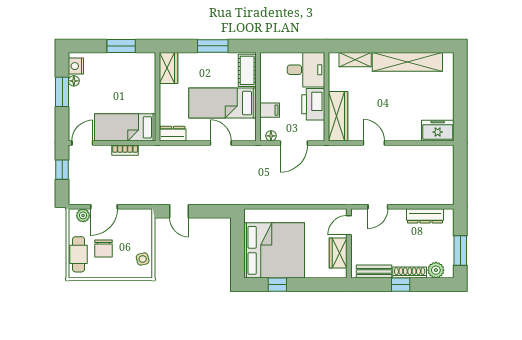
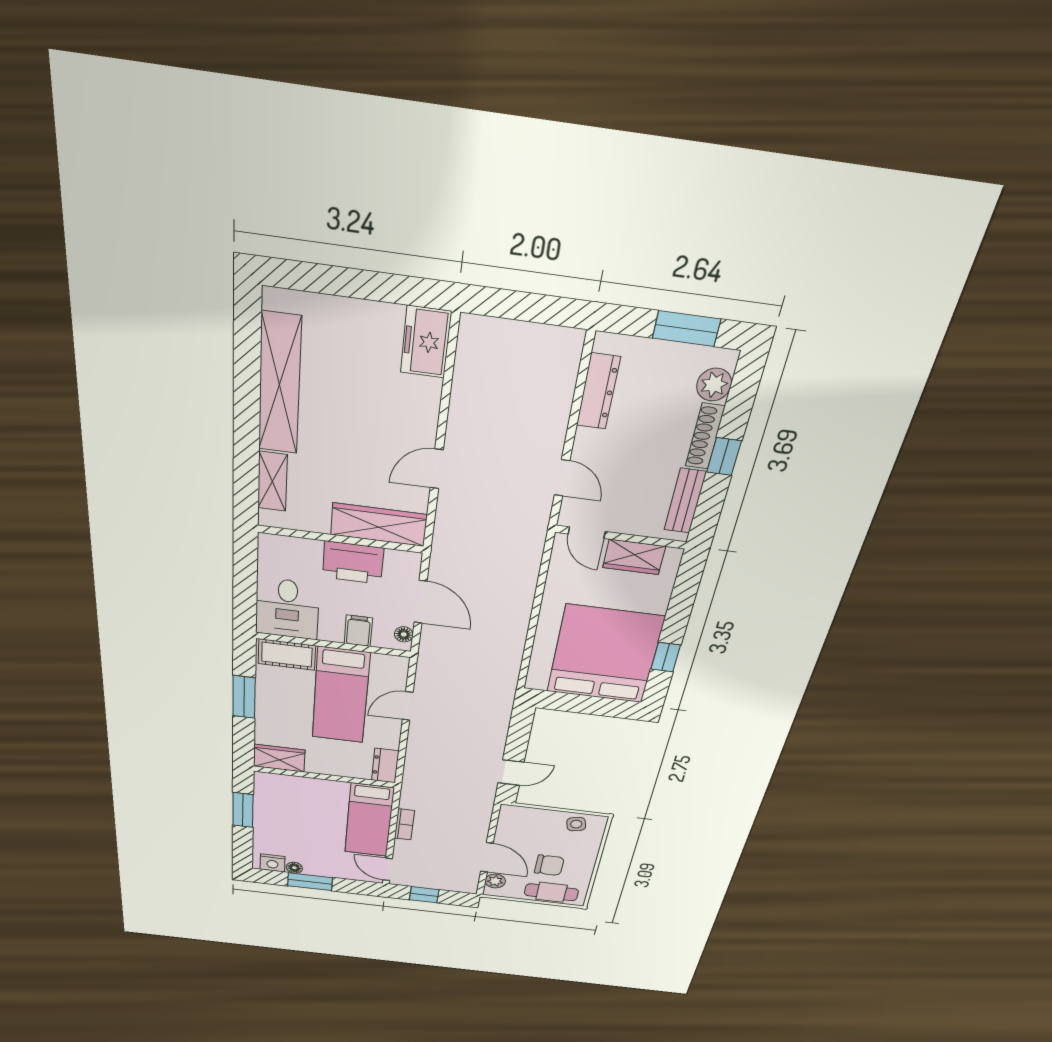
desk: (306, 70) -> (287, 609), moved, turned 180

